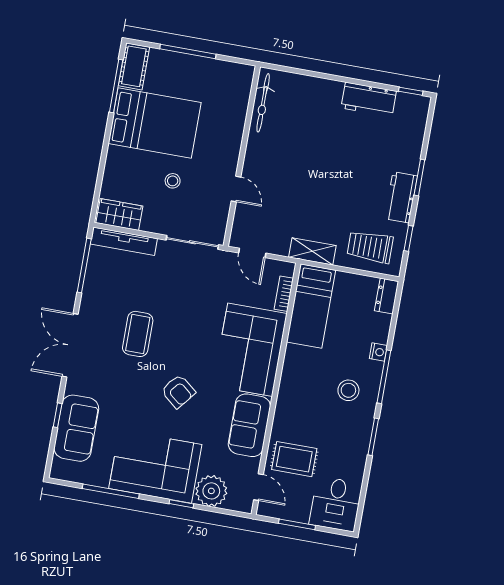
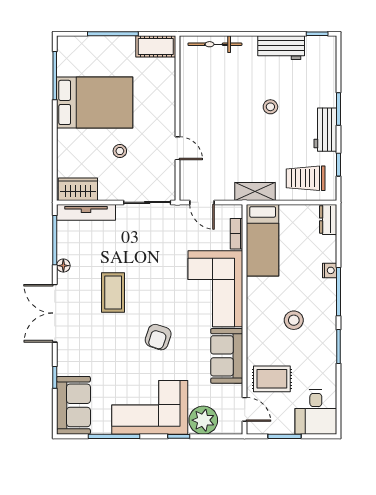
cot: (134, 66) -> (156, 46), moved, turned 90
bicycle: (263, 103) -> (215, 44), moved, turned 90
stool: (346, 162) -> (270, 107), added
floor lamp: (89, 295) -> (63, 266), added
stool: (348, 390) -> (294, 320), moved
armchair: (178, 391) -> (158, 337), turned 69
sofa: (76, 428) -> (73, 405), moved

